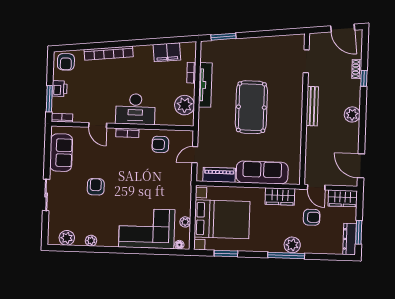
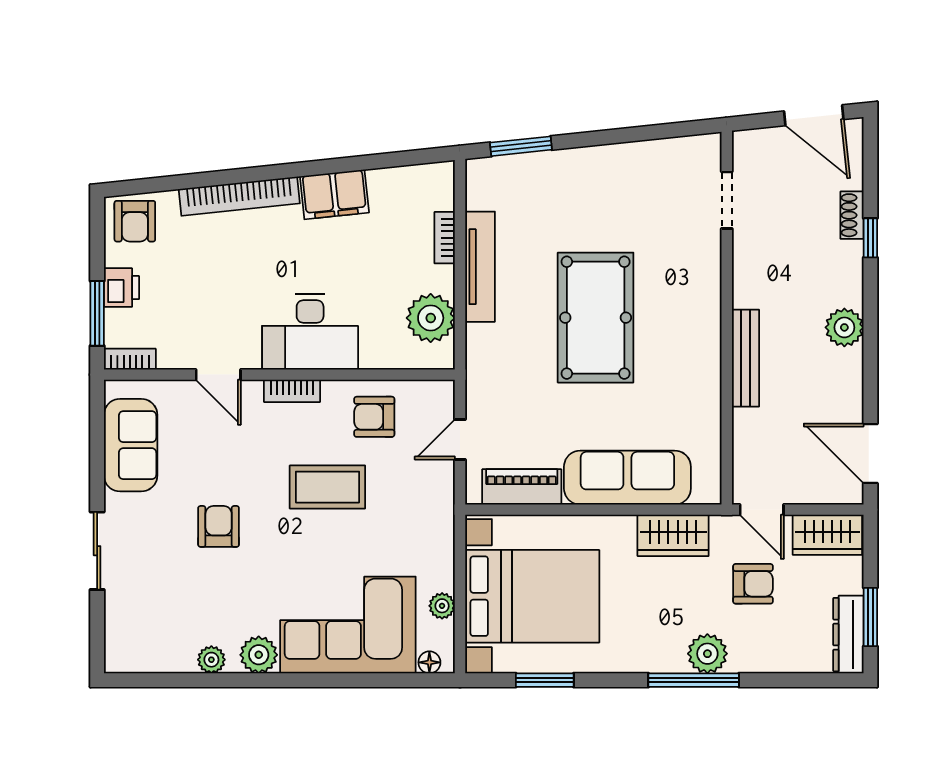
filing cabinet: (167, 52) -> (334, 194), moved
bench: (312, 106) -> (745, 358), moved
coffee table: (140, 172) -> (327, 487), added
plant: (67, 238) -> (259, 655), moved

